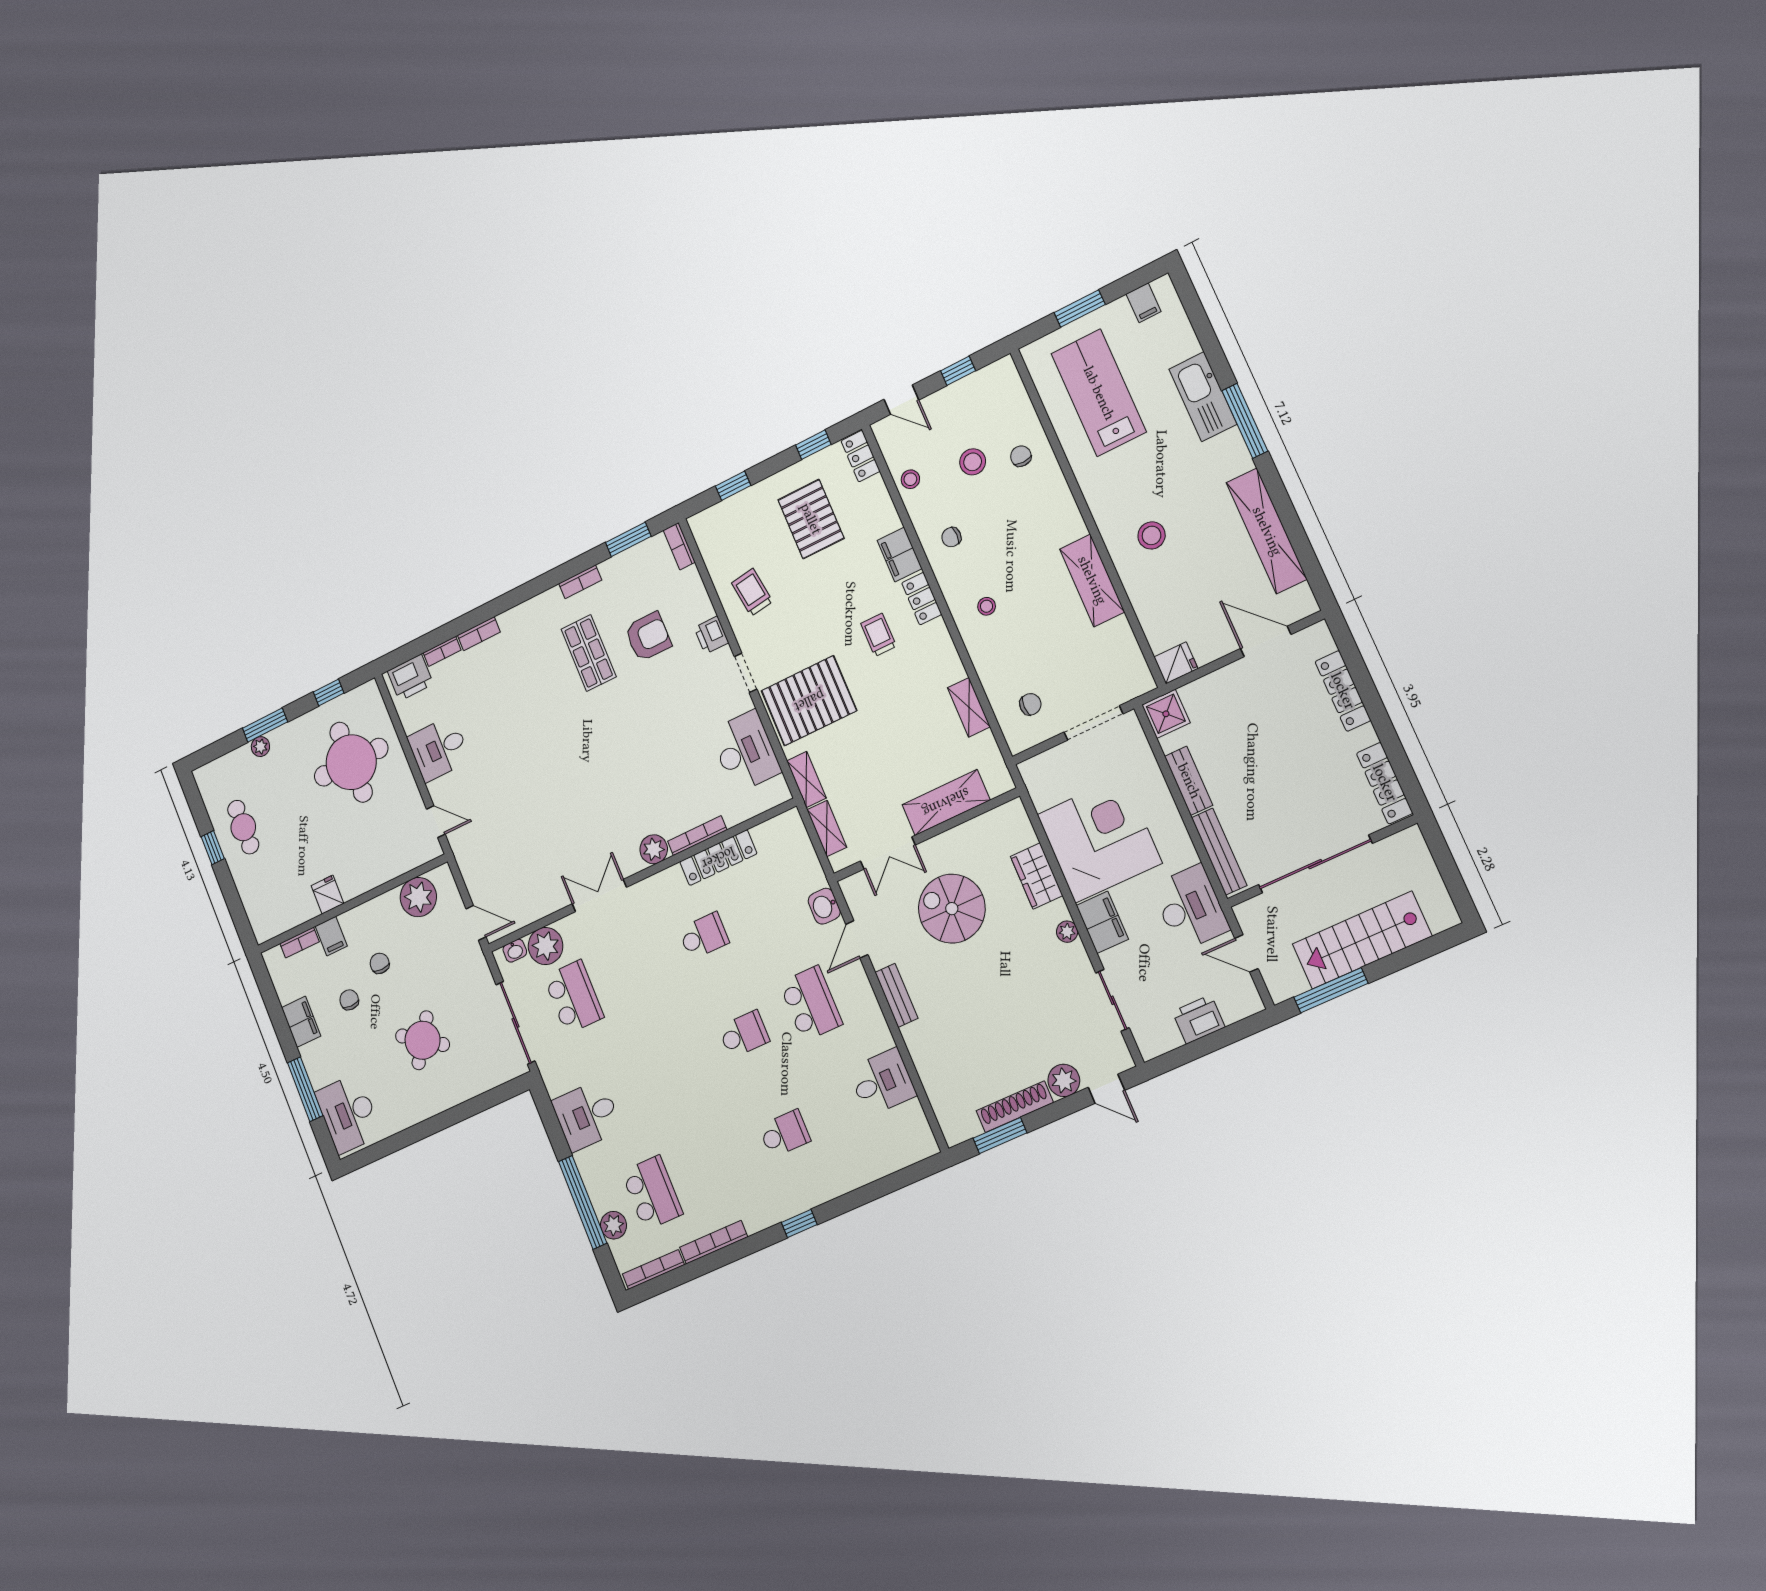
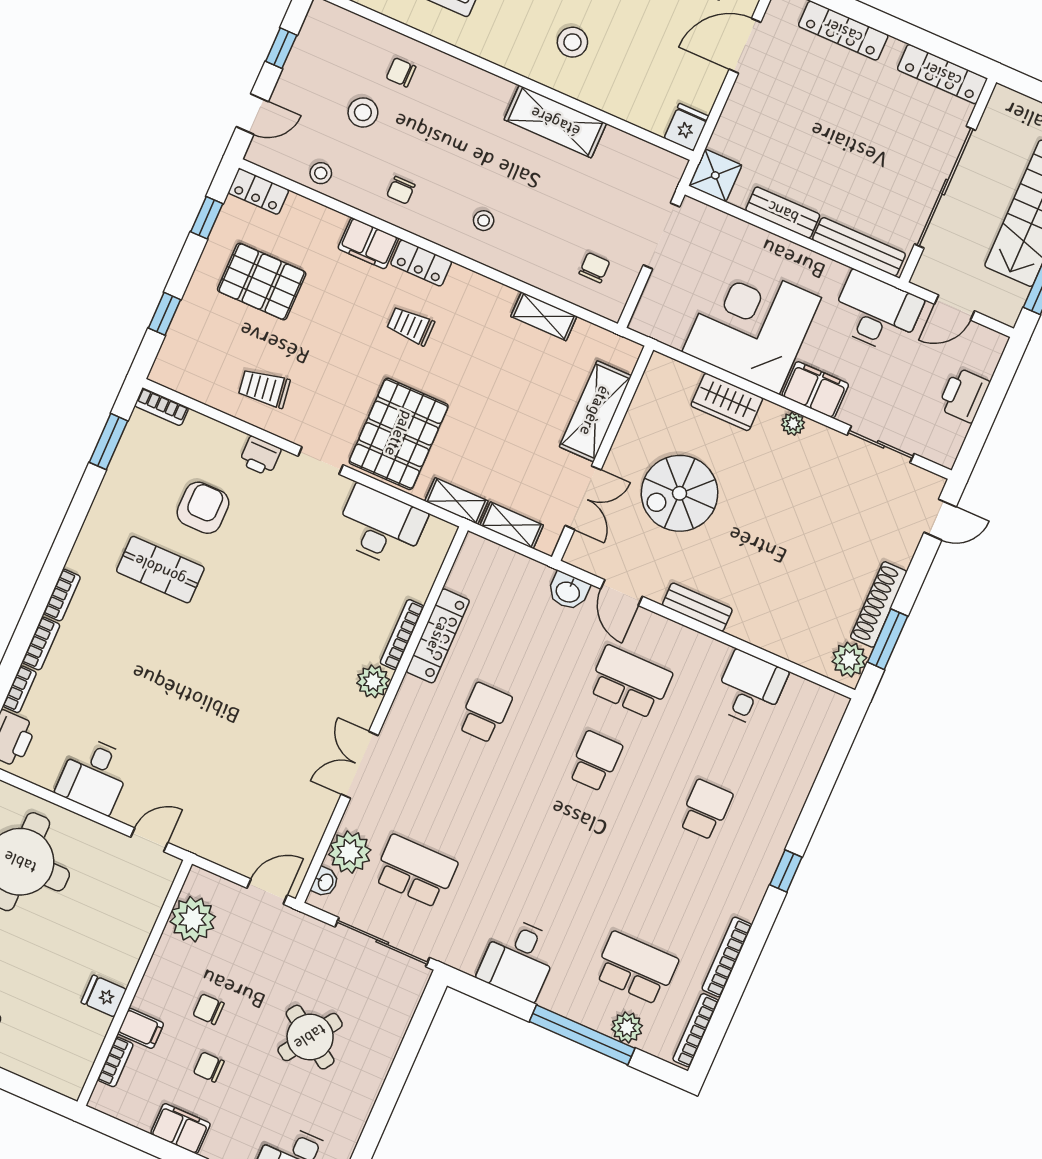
bookcase: (580, 582) -> (62, 595), moved
plant: (1064, 1080) -> (849, 660), moved

